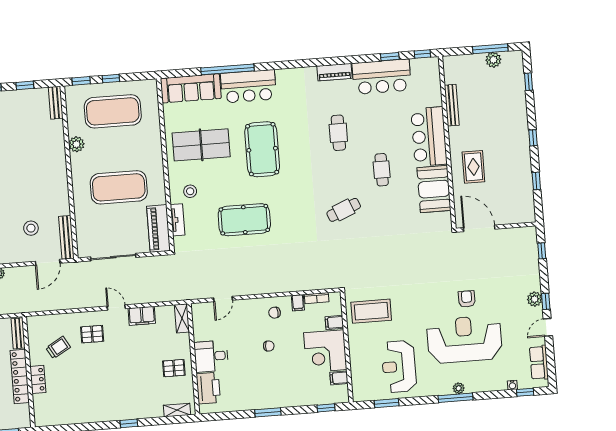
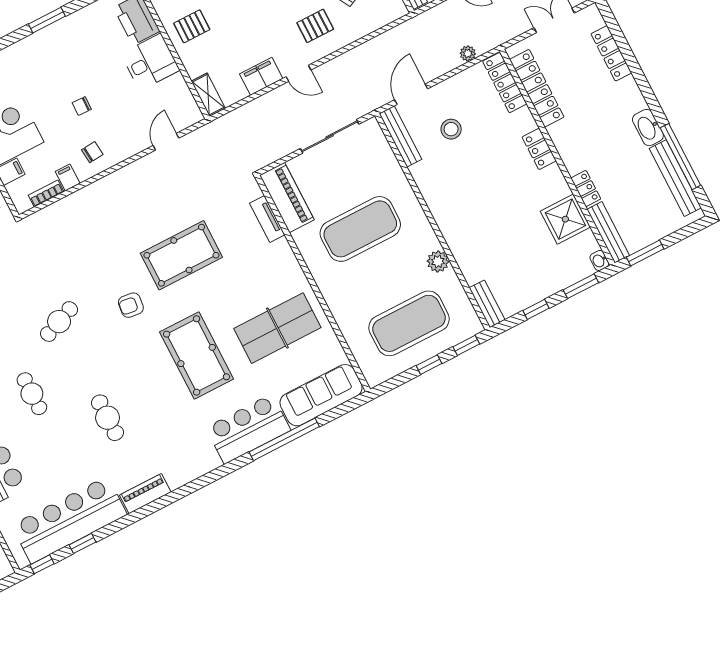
bar counter: (382, 77) -> (69, 520), width x1.36
stool: (190, 191) -> (266, 263), removed
armchair: (292, 201) -> (131, 305), added

